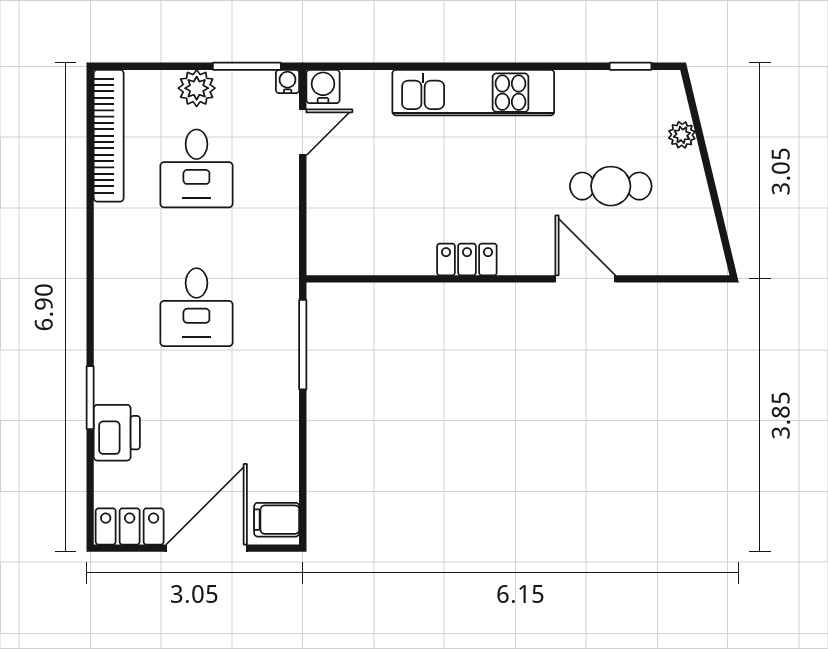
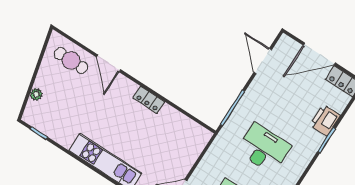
cafe table: (611, 186) -> (71, 60), moved
desk: (196, 307) -> (264, 148), width x1.37
door: (303, 468) -> (263, 61), added
filing cabinet: (277, 520) -> (286, 48), removed

